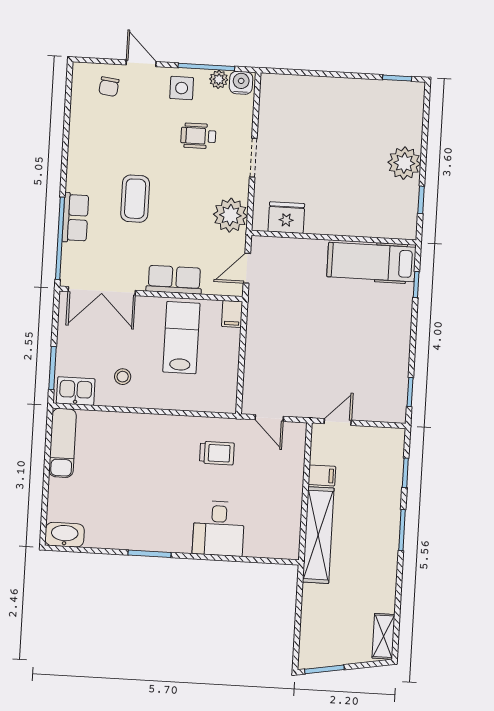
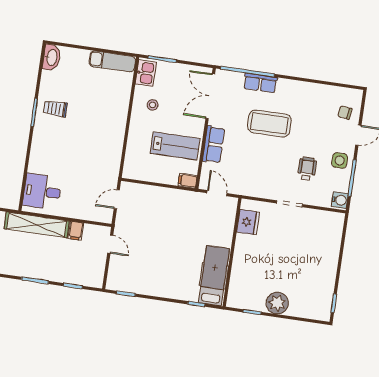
plant: (219, 79) -> (343, 185), removed
coffee table: (135, 199) -> (269, 123), width x1.36, depth x1.32
plant: (230, 215) -> (253, 185), removed
trolley: (217, 453) -> (55, 109), moved, turned 90
desk: (219, 528) -> (42, 191), moved

